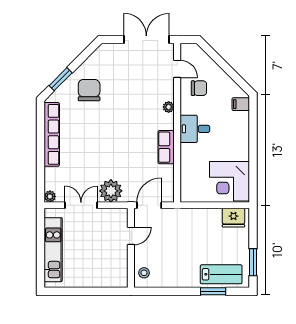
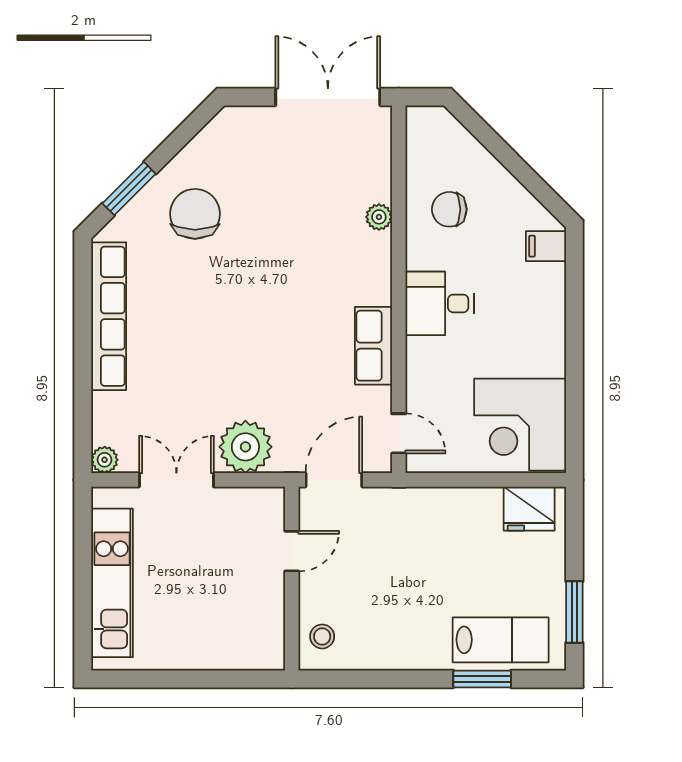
door: (177, 69) -> (399, 433), moved
chair: (199, 88) -> (449, 209), turned 180
plant: (169, 107) -> (379, 217), moved

